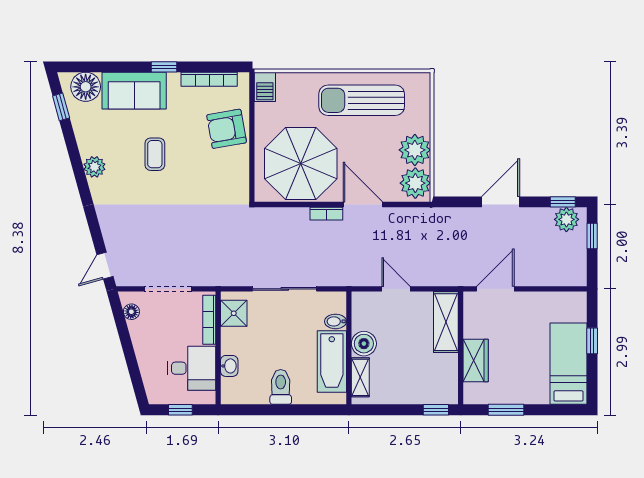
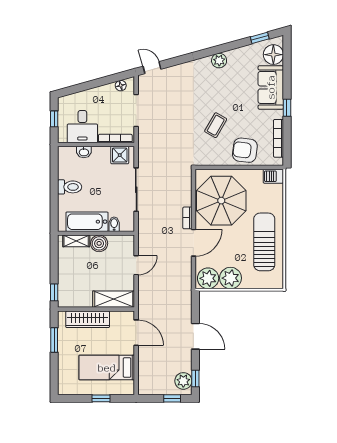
armchair: (227, 129) -> (245, 150), turned -73
coffee table: (155, 154) -> (216, 125), moved, turned -60
wardrobe: (476, 360) -> (88, 319), width x1.50
bed: (568, 364) -> (107, 368), moved, turned 180

